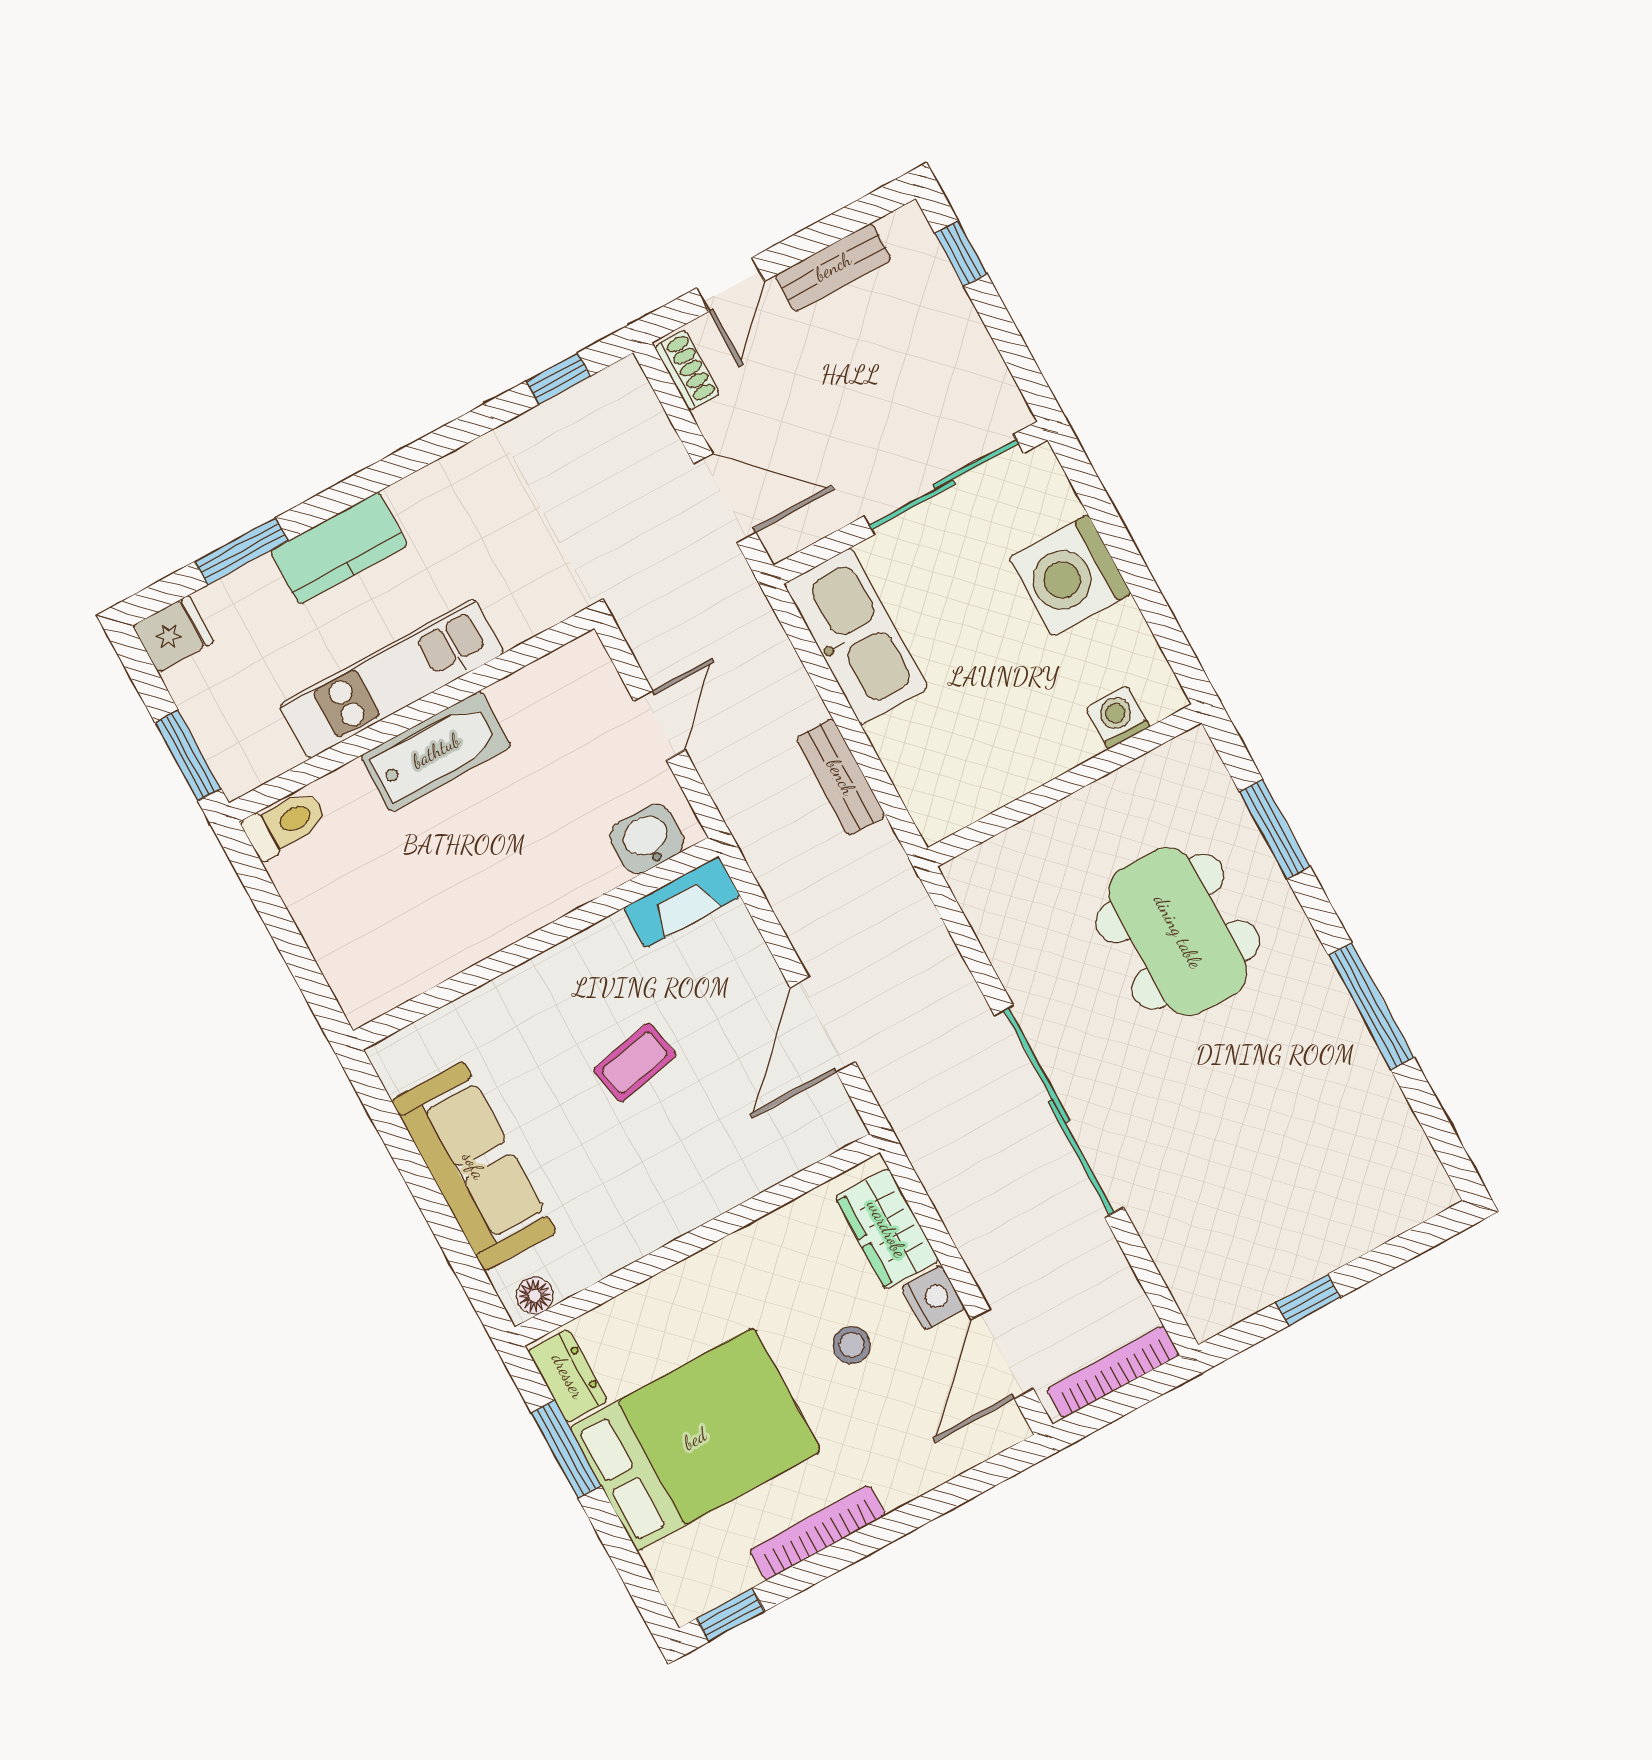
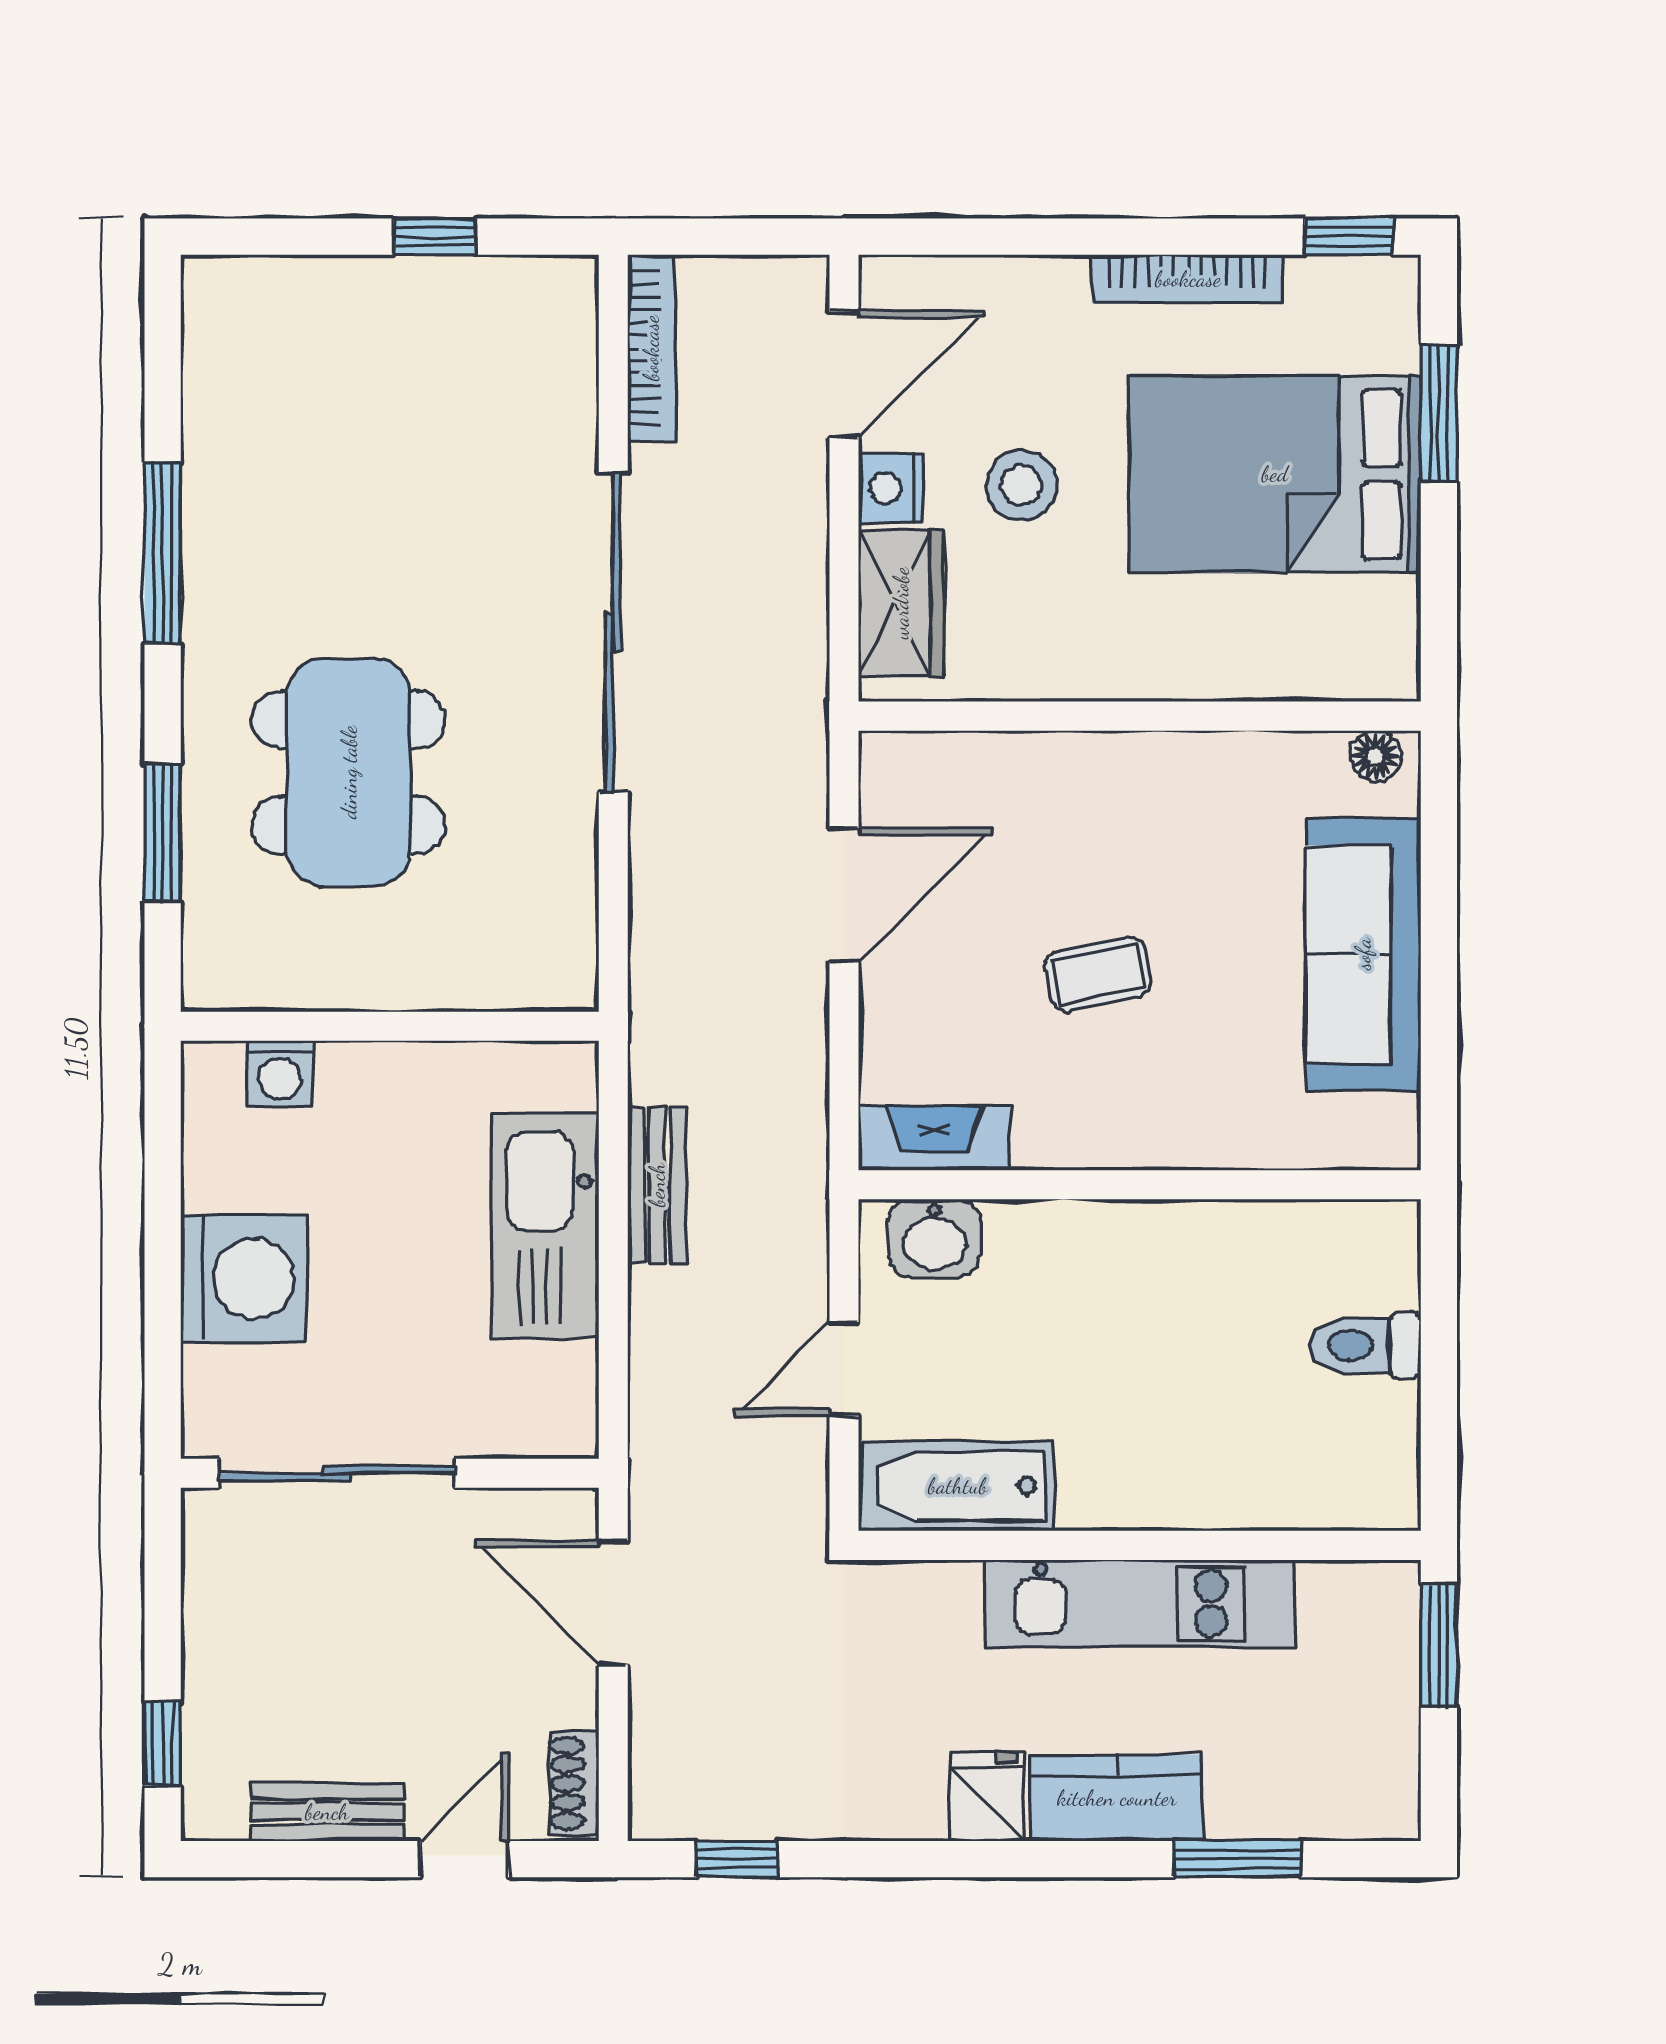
fridge: (173, 634) -> (987, 1796), moved, turned 90
kitchen sink: (856, 636) -> (545, 1226), moved
bathtub: (436, 751) -> (958, 1486), moved
toilet: (285, 824) -> (1366, 1345), moved
stool: (852, 1345) -> (1022, 485), width x1.37, depth x1.37
bookcase: (1113, 1372) -> (651, 348), moved, turned -90
dresser: (568, 1376) -> (1388, 636), removed
window: (566, 1449) -> (1439, 413), moved

